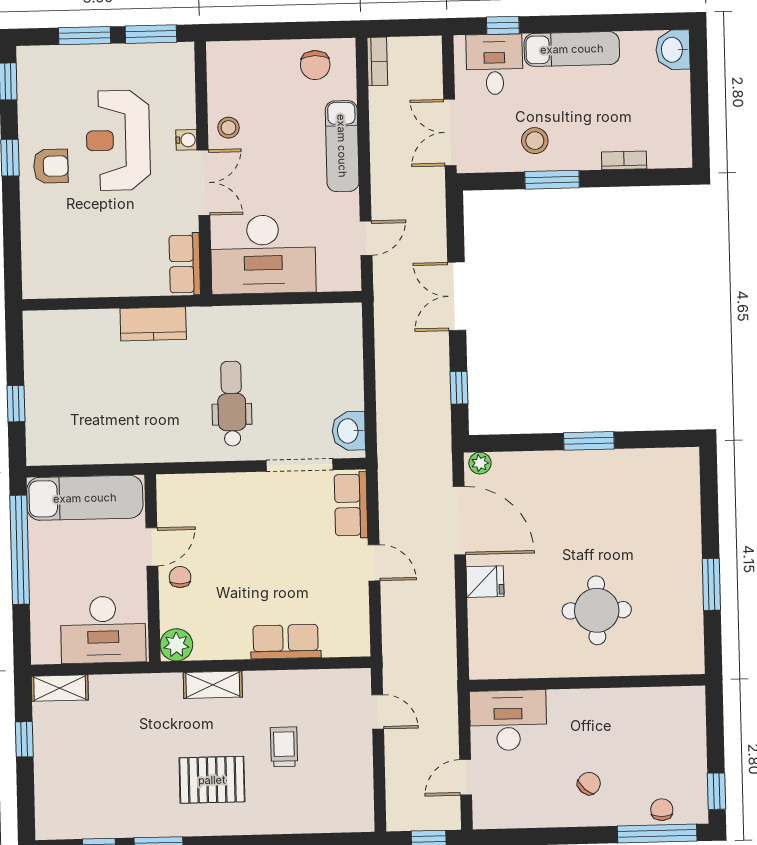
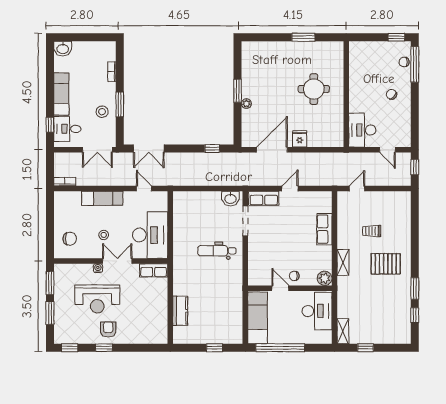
chair: (315, 65) -> (70, 239), moved
stool: (229, 128) -> (104, 235), moved
double door: (457, 296) -> (149, 148), moved
kitchen counter: (153, 324) -> (180, 311), moved
plant: (480, 463) -> (246, 104), moved
pallet: (212, 780) -> (386, 264), turned 90

